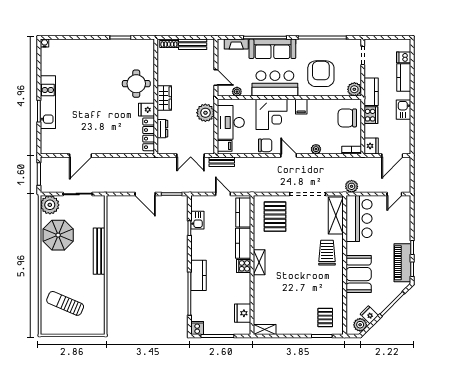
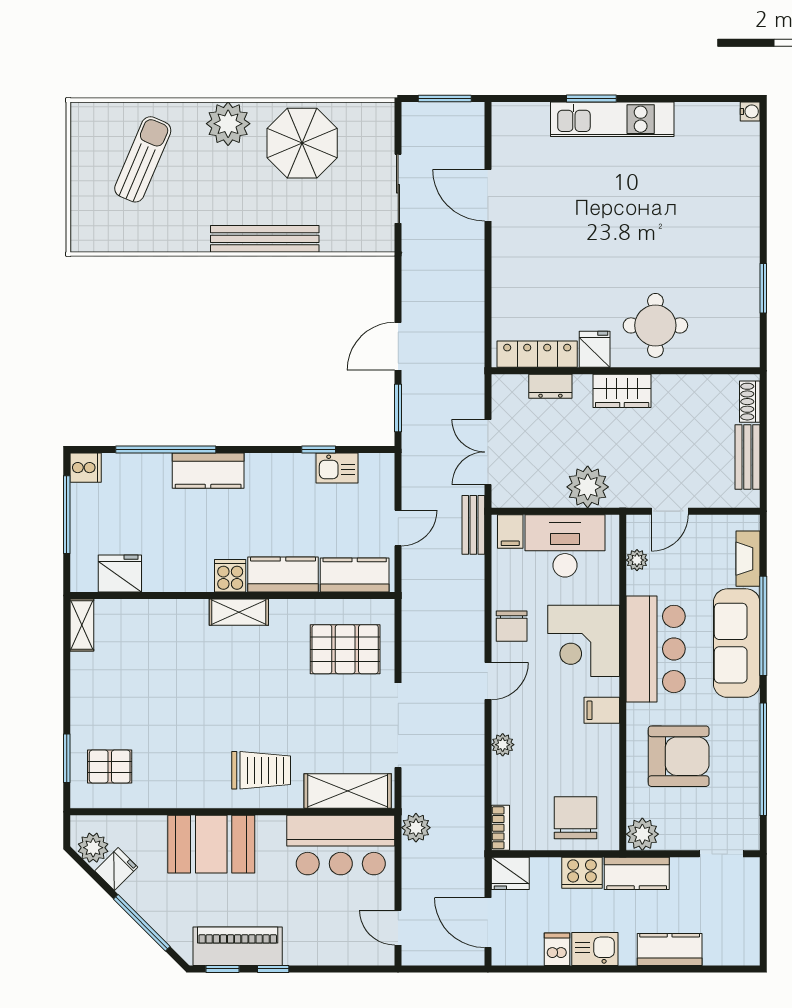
dishwasher: (404, 57) -> (557, 949), moved
plant: (50, 205) -> (228, 124), moved

